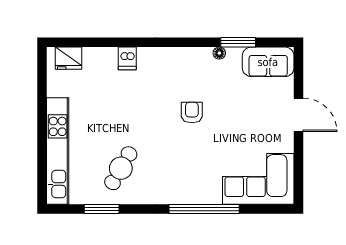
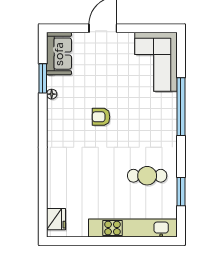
dishwasher: (127, 58) -> (56, 170), removed
cafe table: (121, 168) -> (147, 176), turned -30

